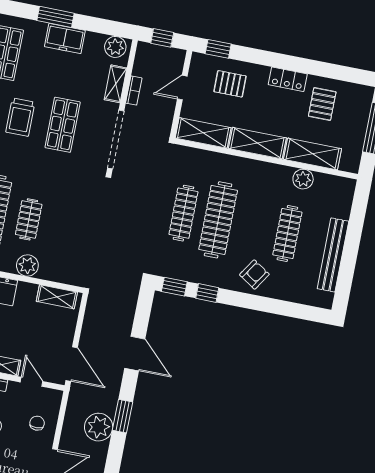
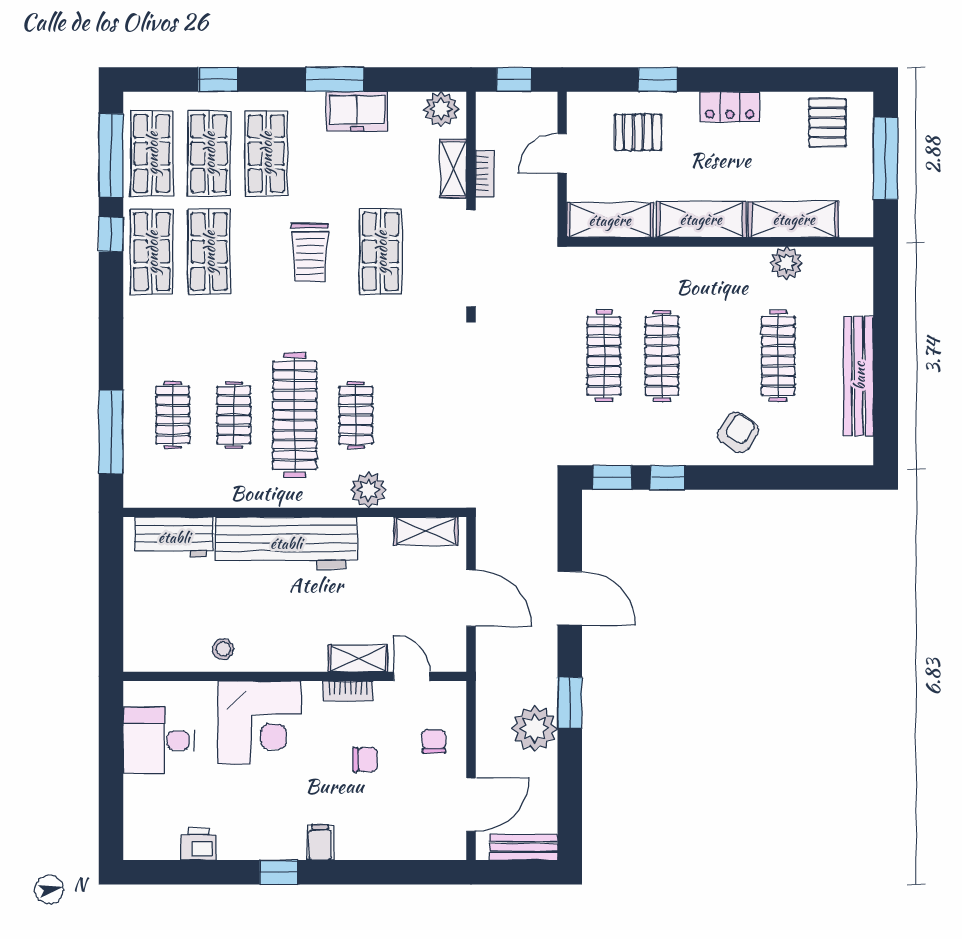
window: (218, 49) -> (658, 79), moved
pallet: (322, 104) -> (827, 123), moved
clothes rail: (218, 220) -> (662, 356), width x0.73, depth x0.76
door: (72, 364) -> (471, 598), moved

